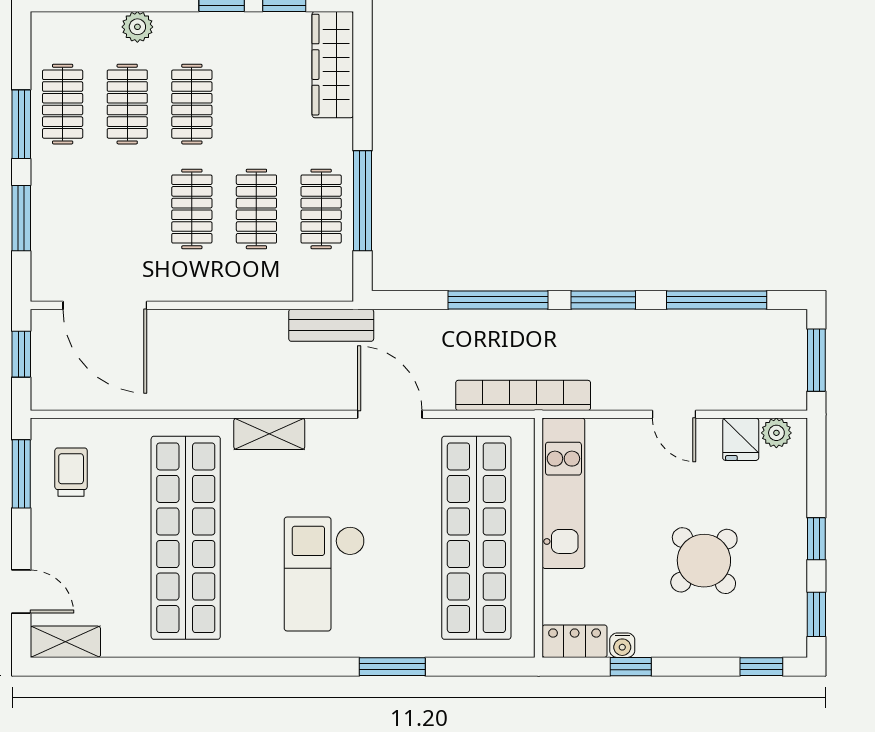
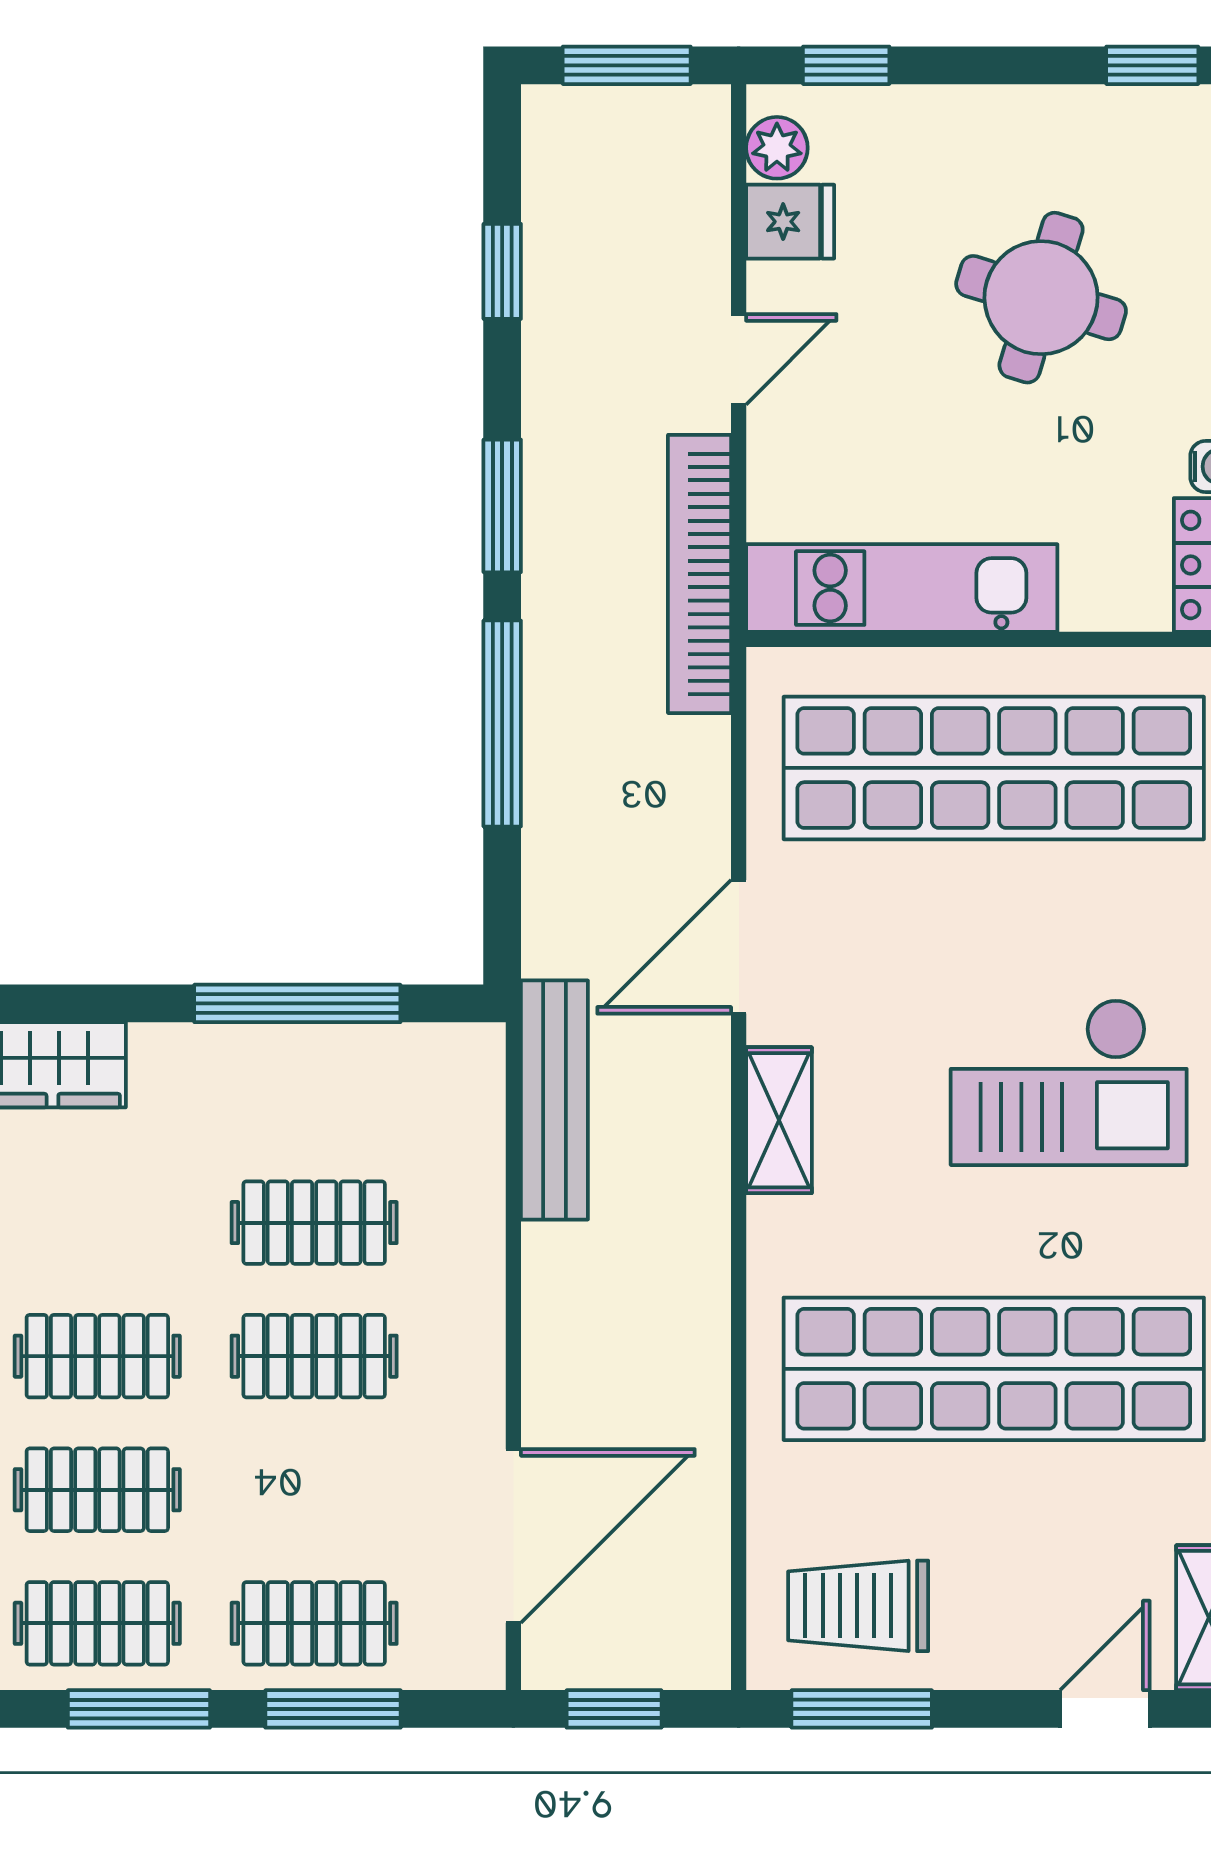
clothes rail: (321, 209) -> (314, 1623), moved
window: (717, 300) -> (502, 271), width x0.46
bench: (331, 325) -> (554, 1100), width x1.36
bookcase: (523, 395) -> (699, 574), moved
shelving: (269, 434) -> (779, 1120), moved
trolley: (71, 472) -> (858, 1606), width x1.36, depth x1.39
window: (816, 539) -> (846, 65), moved
round table: (704, 561) -> (1041, 298), turned -30

